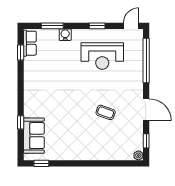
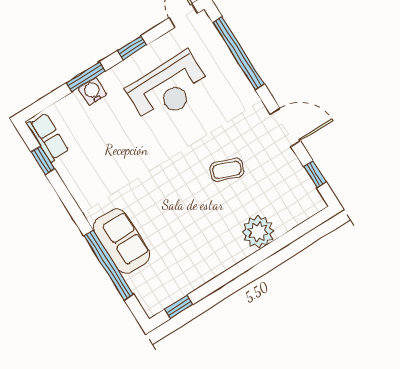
window: (52, 26) -> (86, 77), moved
window: (21, 122) -> (109, 265), width x3.17
sofa: (34, 136) -> (121, 241), moved
plant: (138, 155) -> (258, 232), moved, width x1.88, depth x1.88

